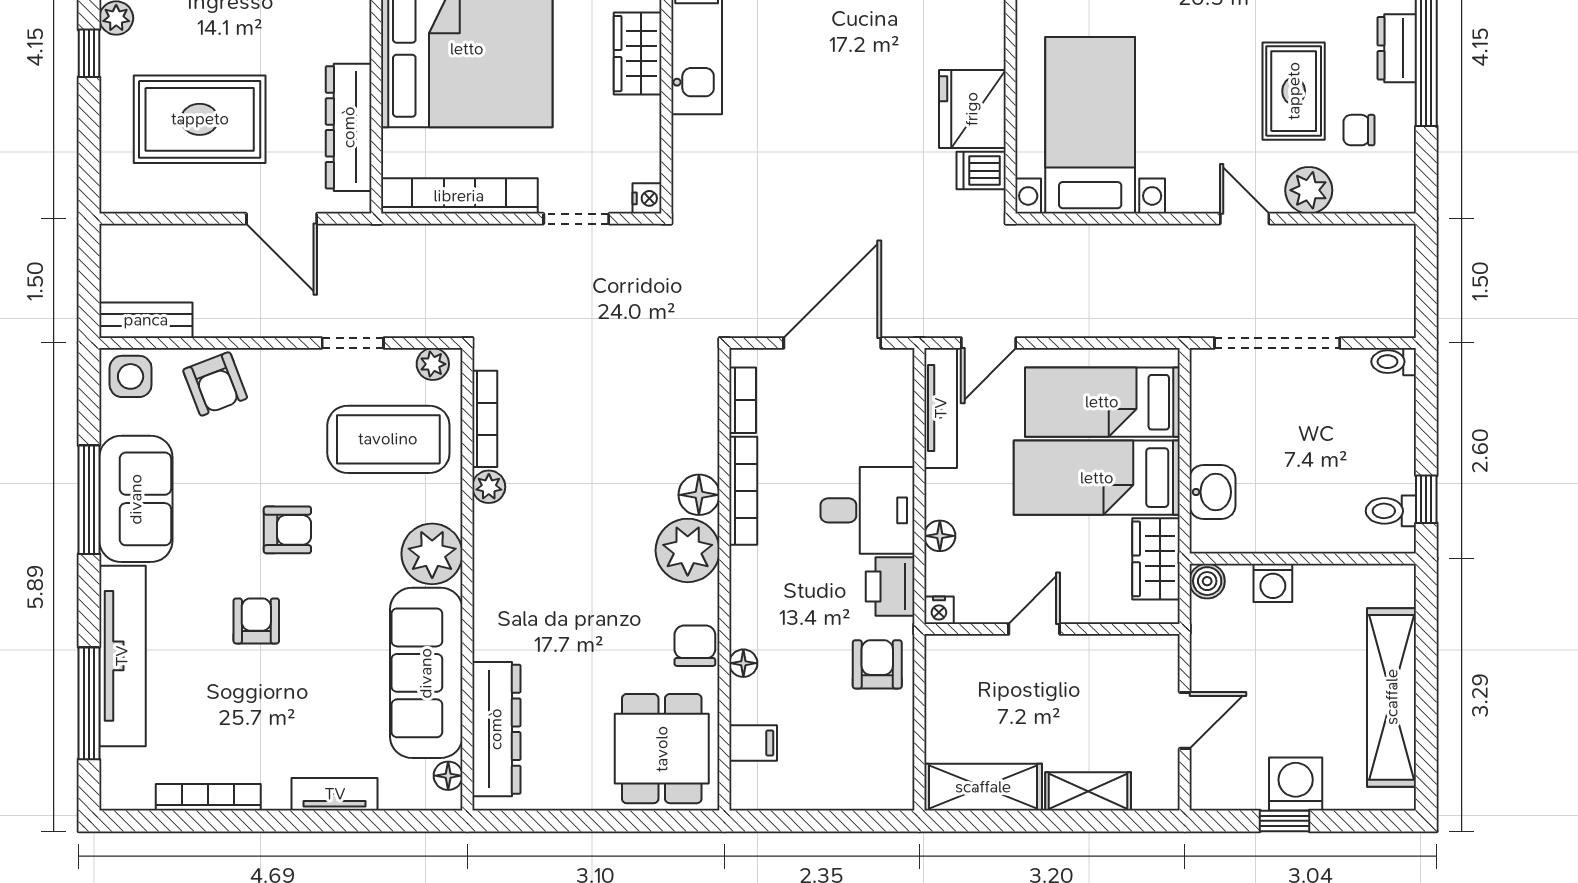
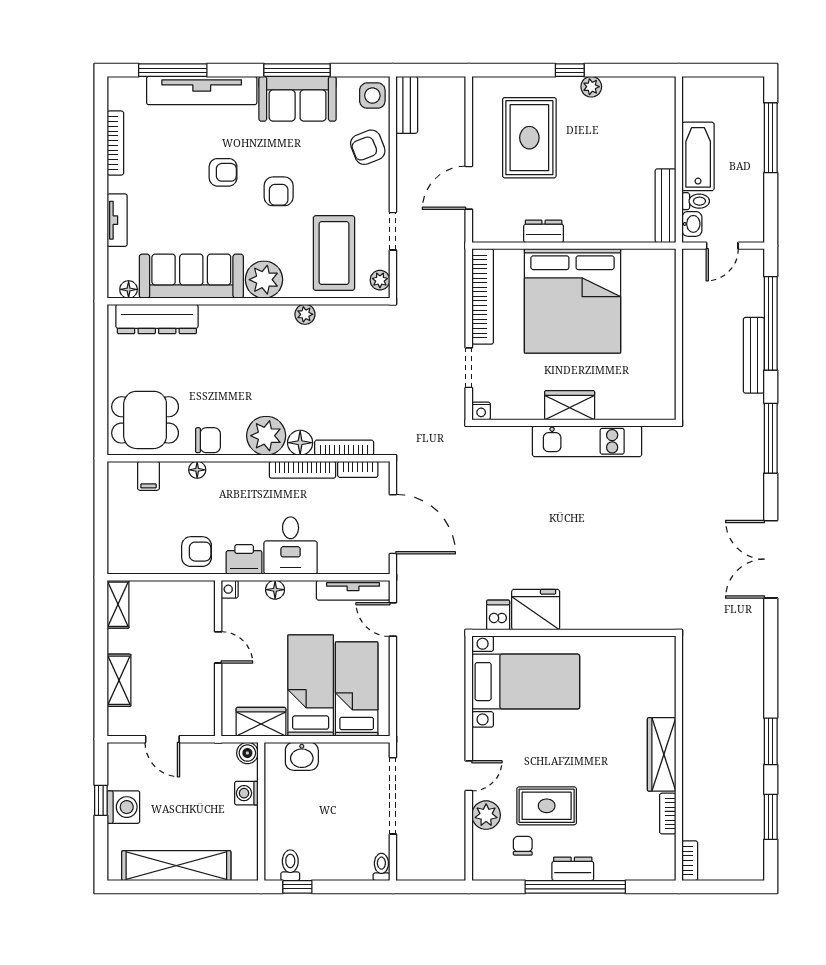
dresser: (349, 127) -> (544, 231), width x0.51, depth x0.80
bookcase: (485, 419) -> (344, 448), moved, turned 180
shelving: (983, 787) -> (118, 604), width x0.67, depth x0.75

